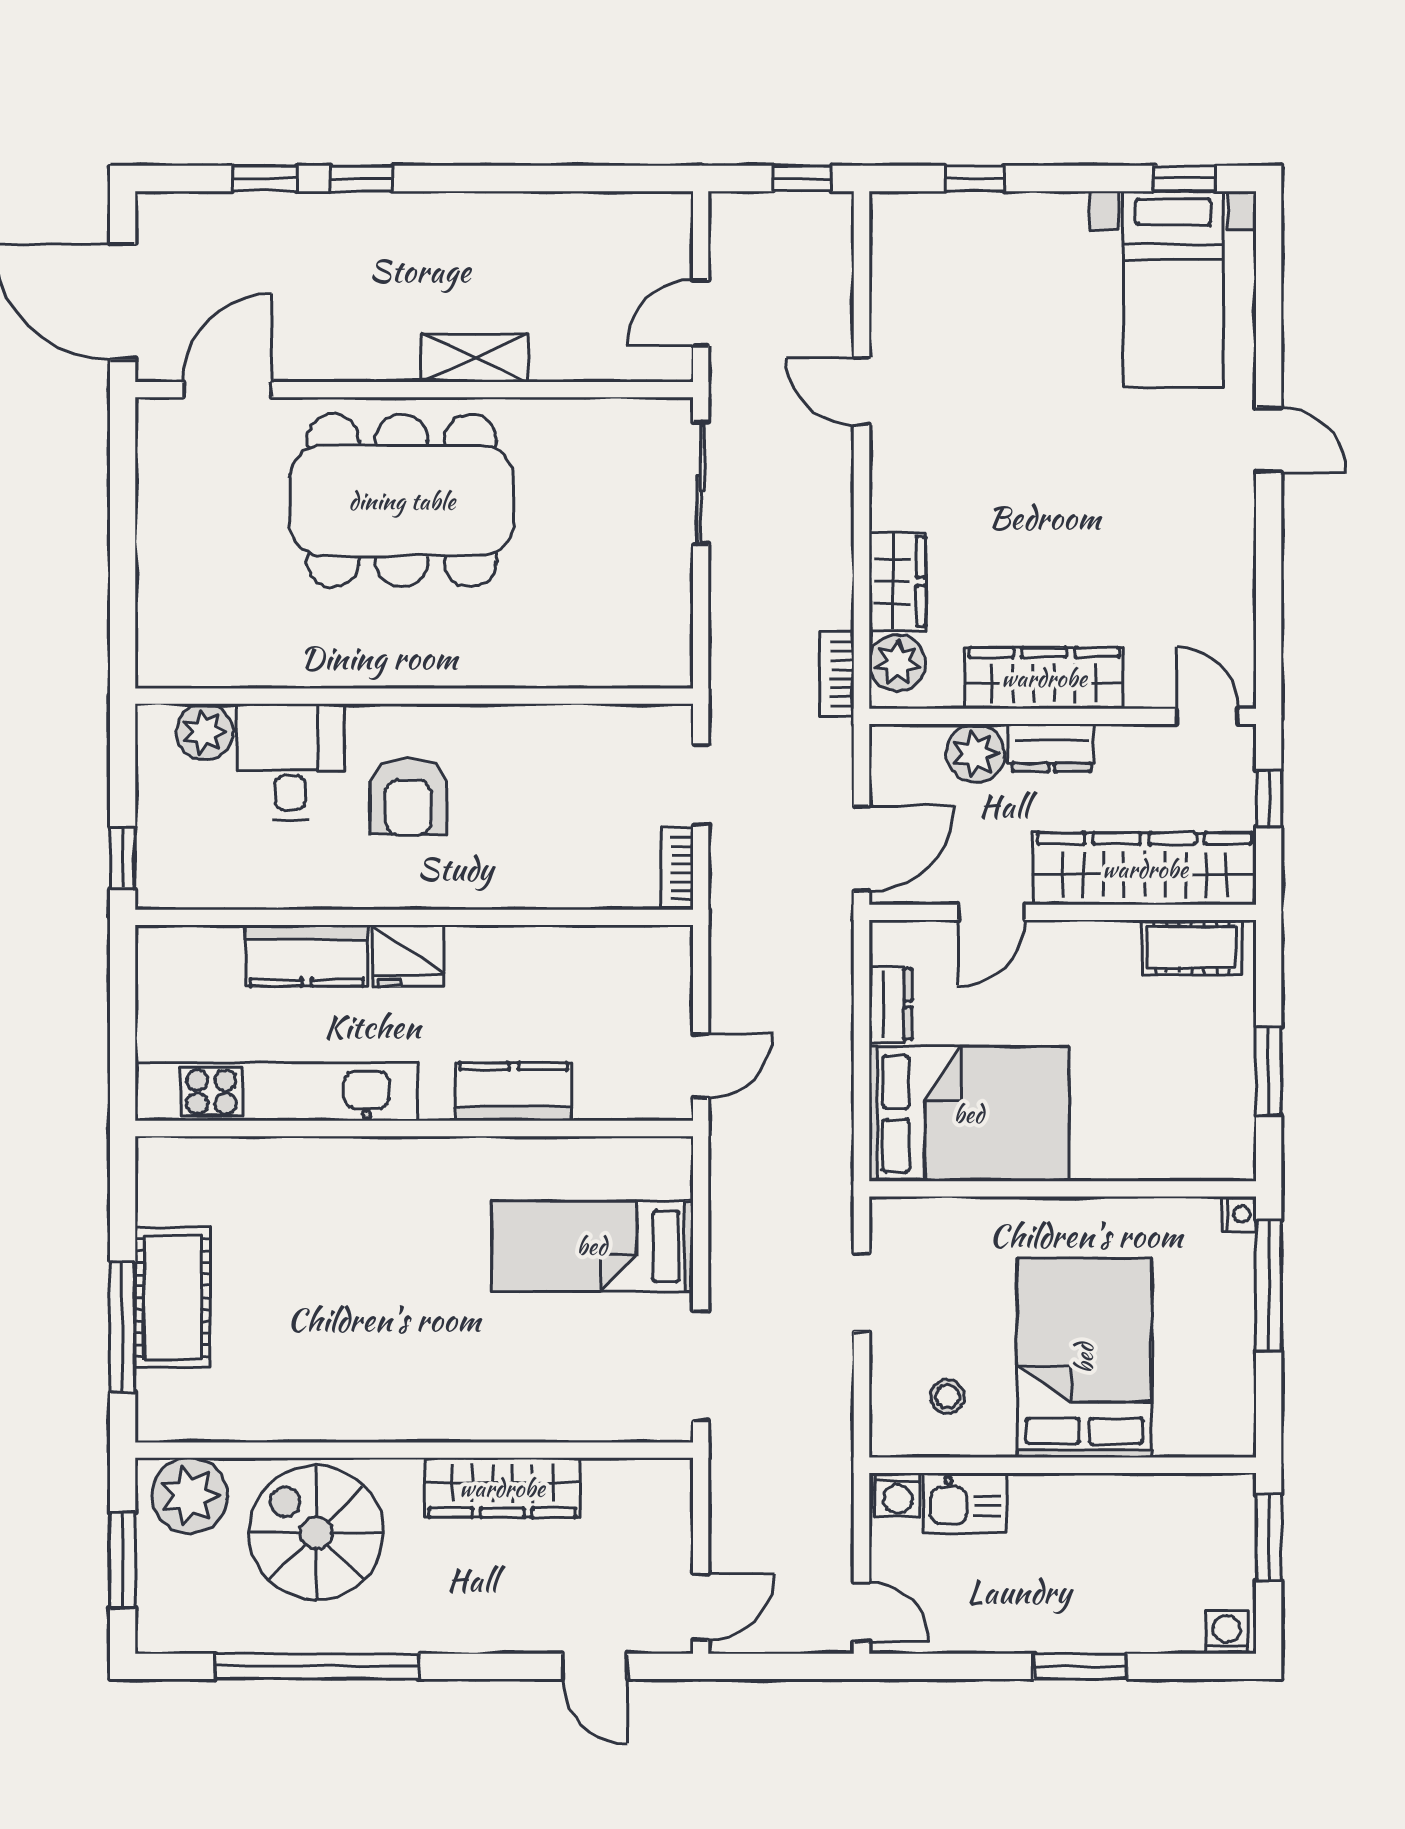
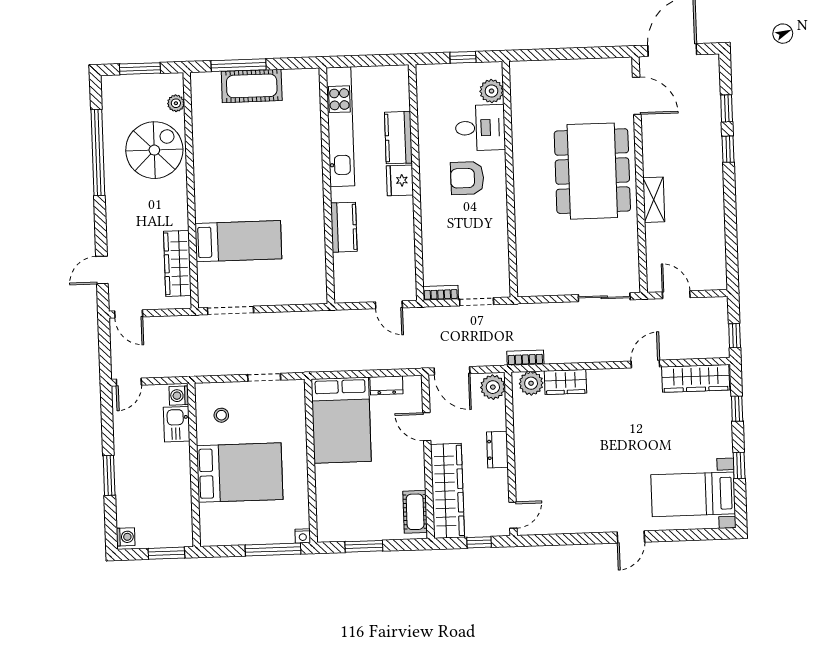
window: (1185, 178) -> (739, 465), moved
wardrobe: (1044, 678) -> (696, 378), moved, turned 90
plant: (975, 753) -> (493, 387), moved
window: (123, 858) -> (463, 57), moved
door: (701, 1066) -> (389, 305), moved
bed: (592, 1246) -> (238, 241), moved, turned 90
wardrobe: (502, 1488) -> (177, 263), moved
plant: (190, 1496) -> (176, 103), width x0.53, depth x0.53

